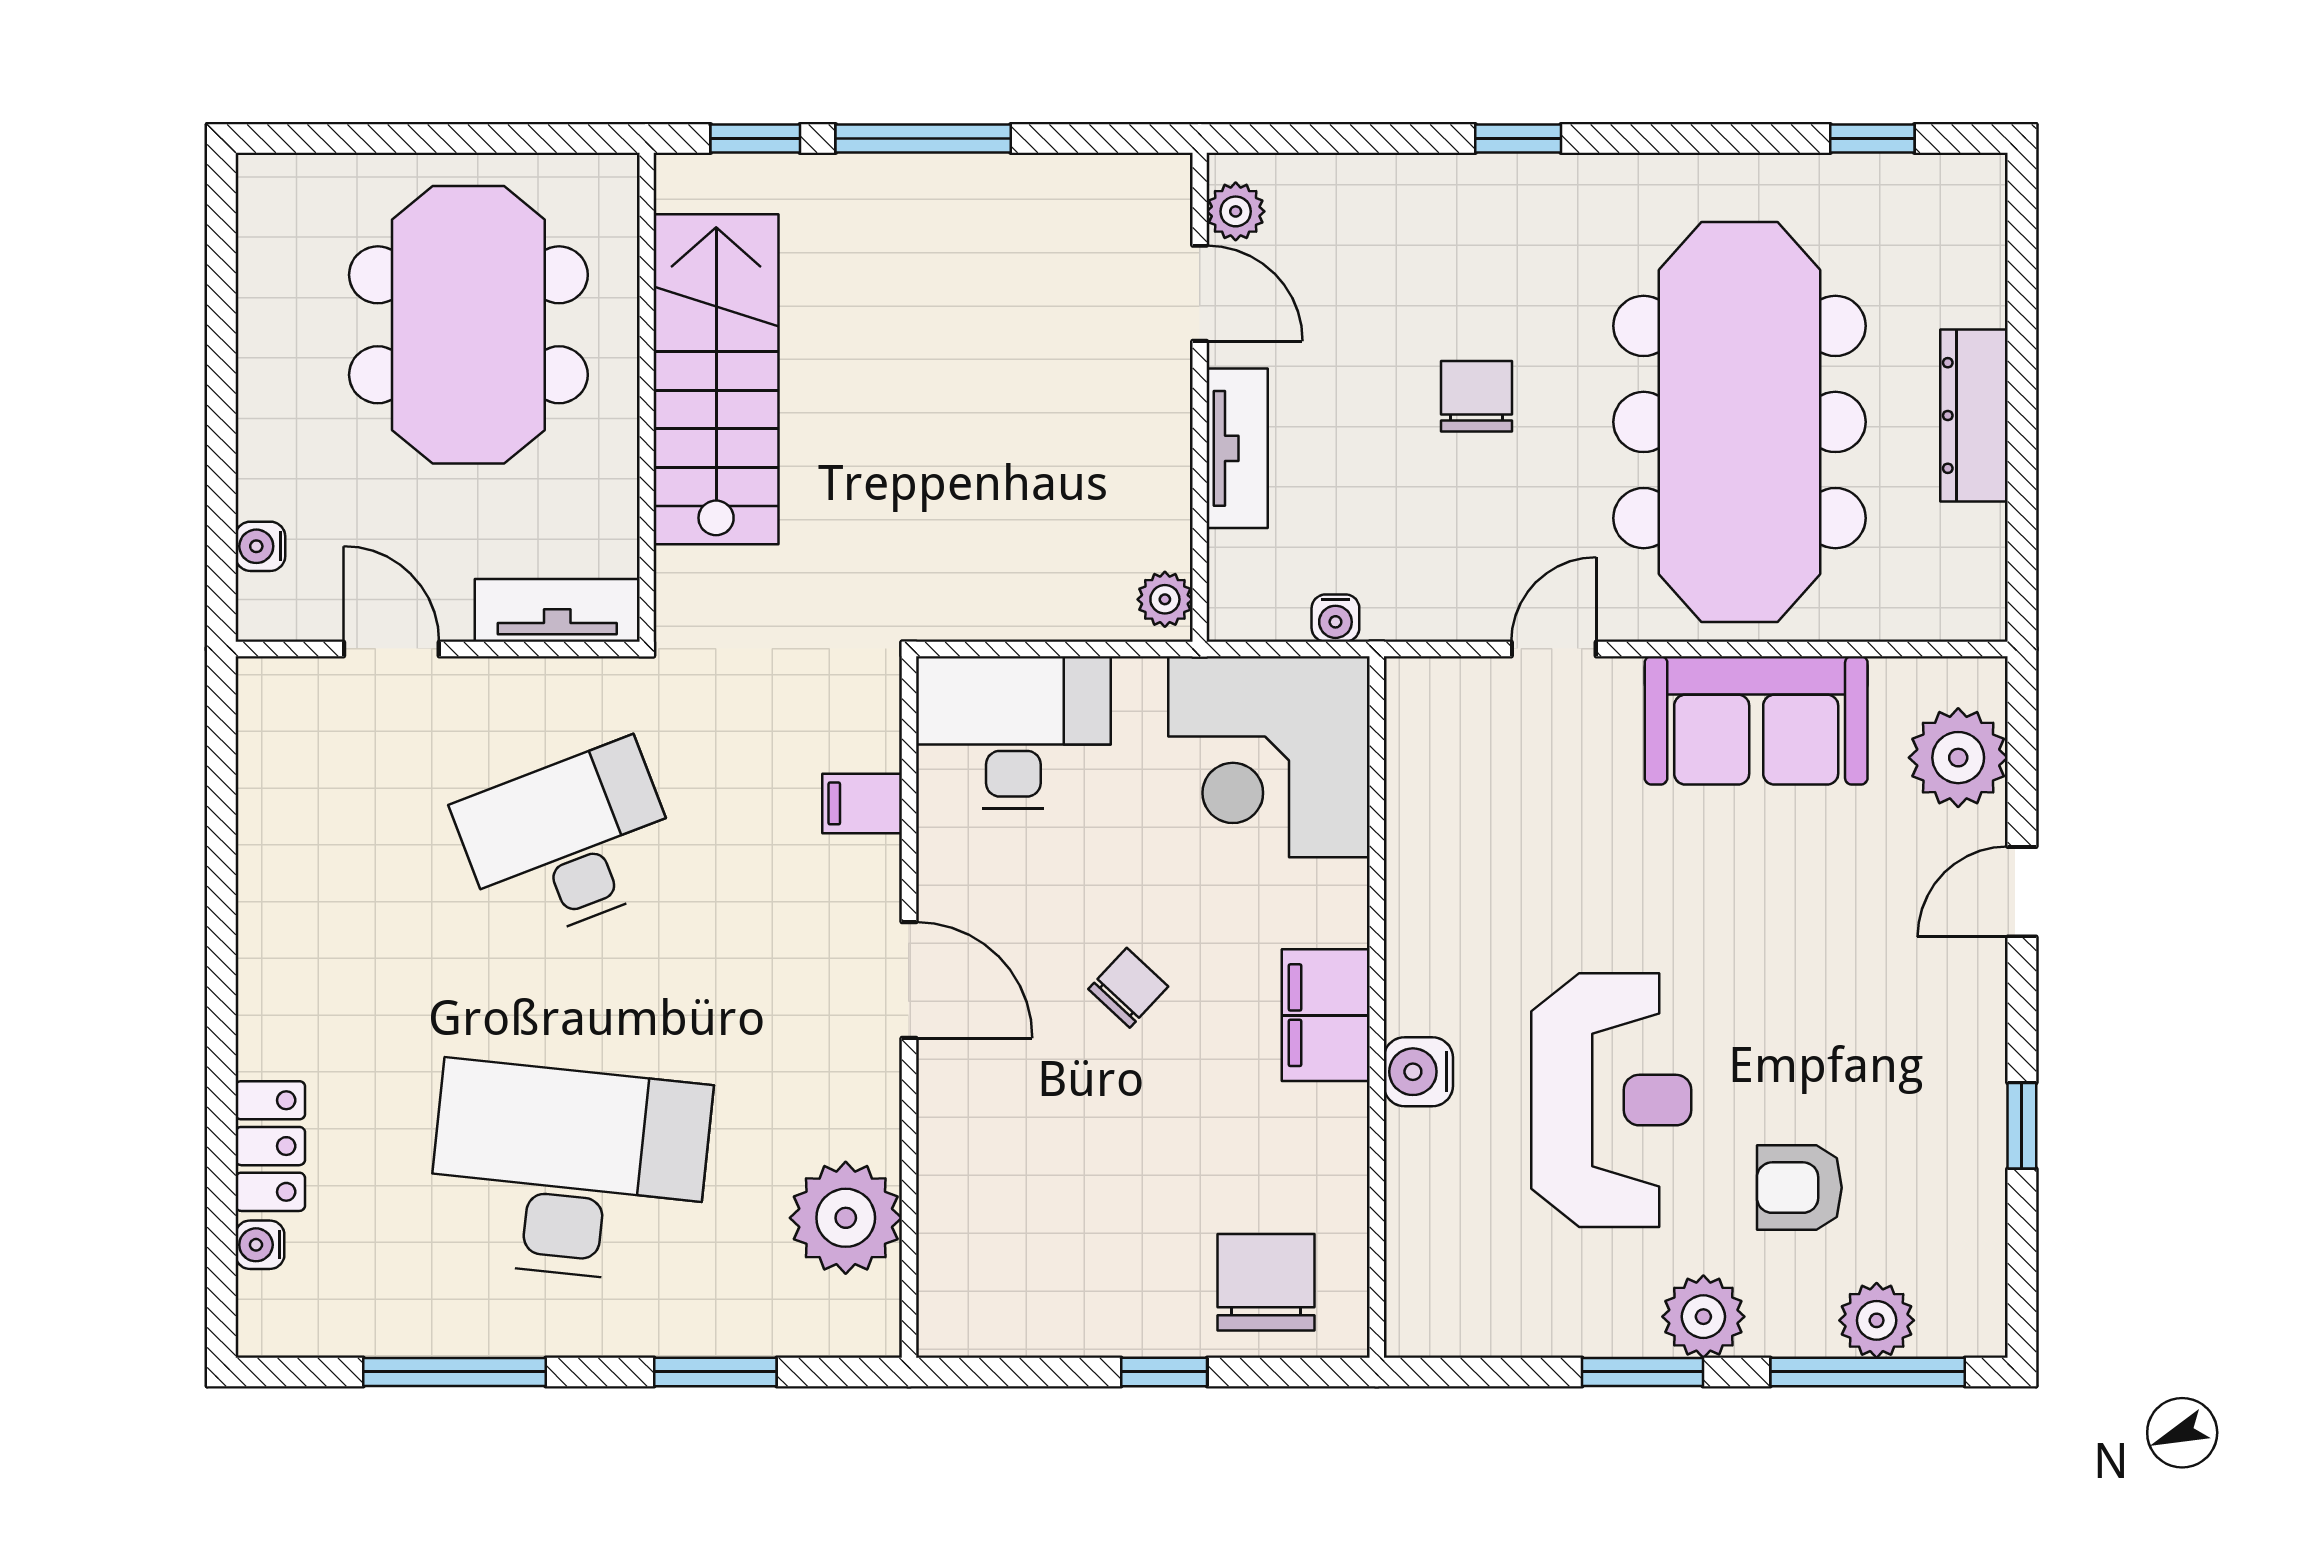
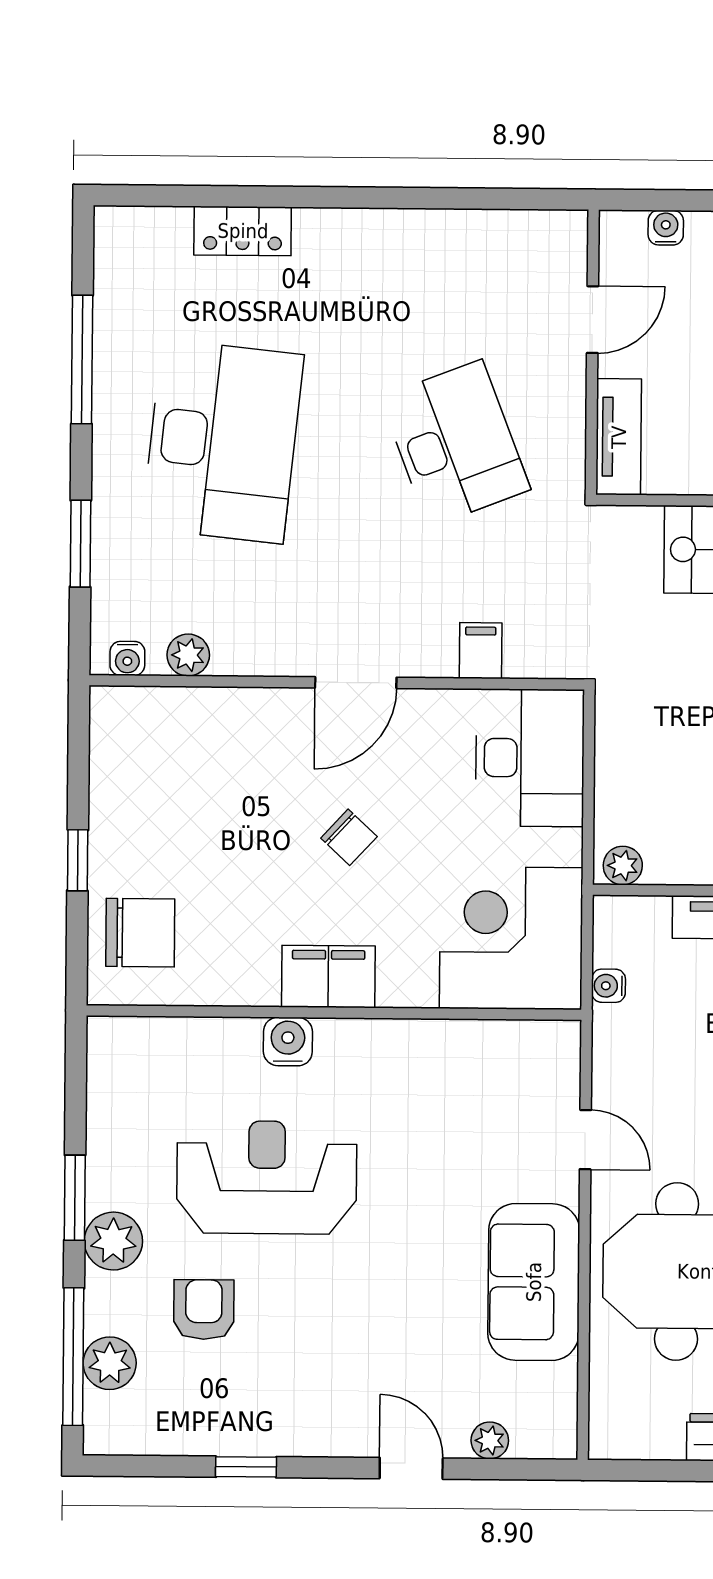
plant: (1958, 758) -> (490, 1440), width x0.53, depth x0.53
reception desk: (1611, 1100) -> (267, 1177), turned 180
plant: (846, 1218) -> (188, 655), width x0.53, depth x0.53
water cooler: (260, 1245) -> (127, 658), moved, turned 180

